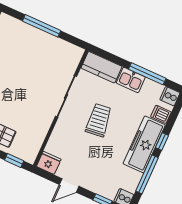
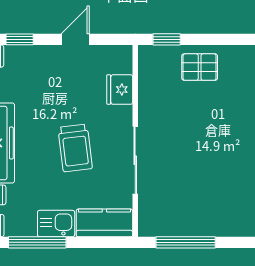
window: (42, 26) -> (186, 242), moved
fridge: (49, 163) -> (120, 90), moved, turned 90

